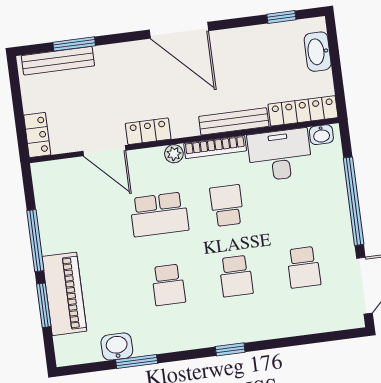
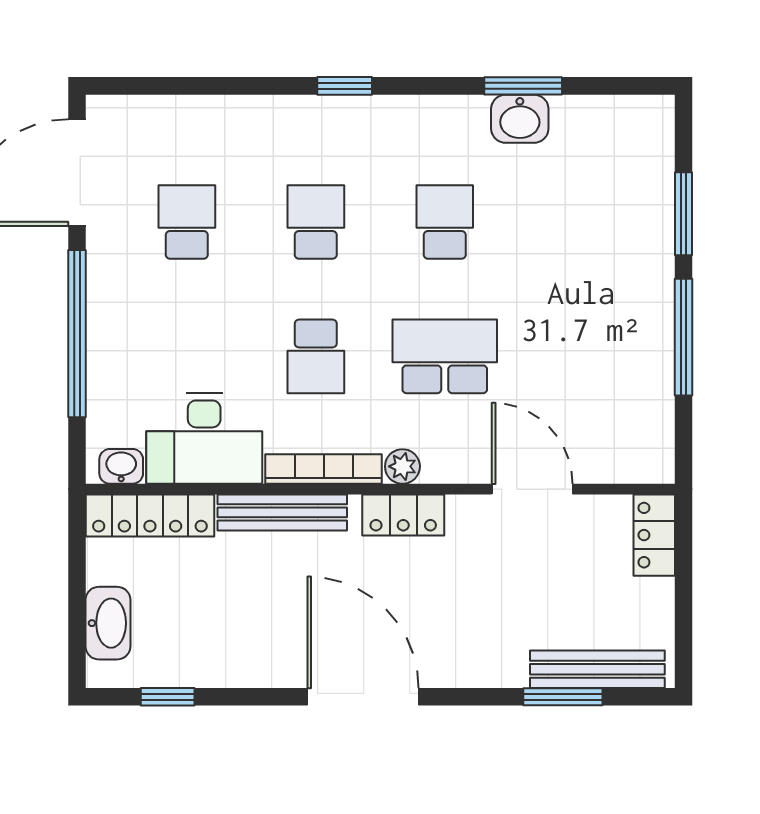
locker: (148, 131) -> (403, 515), moved
piano: (64, 294) -> (642, 230), removed
washbasin: (117, 347) -> (520, 119), moved

